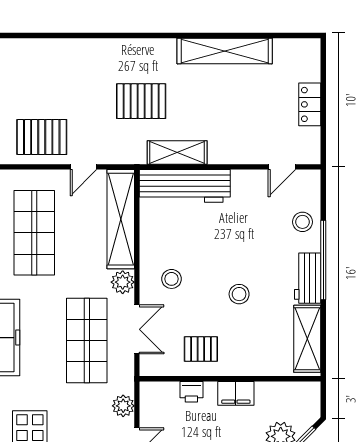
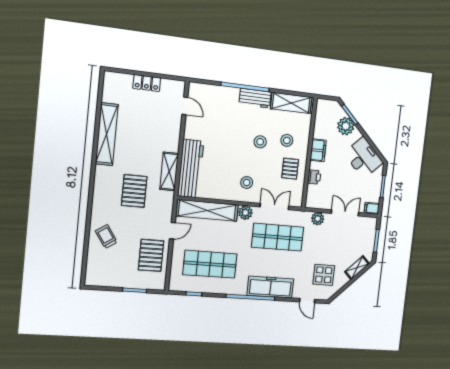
trolley: (66, 65) -> (106, 237), added
door: (83, 167) -> (172, 231), hinge flipped
stool: (302, 222) -> (287, 140), moved

